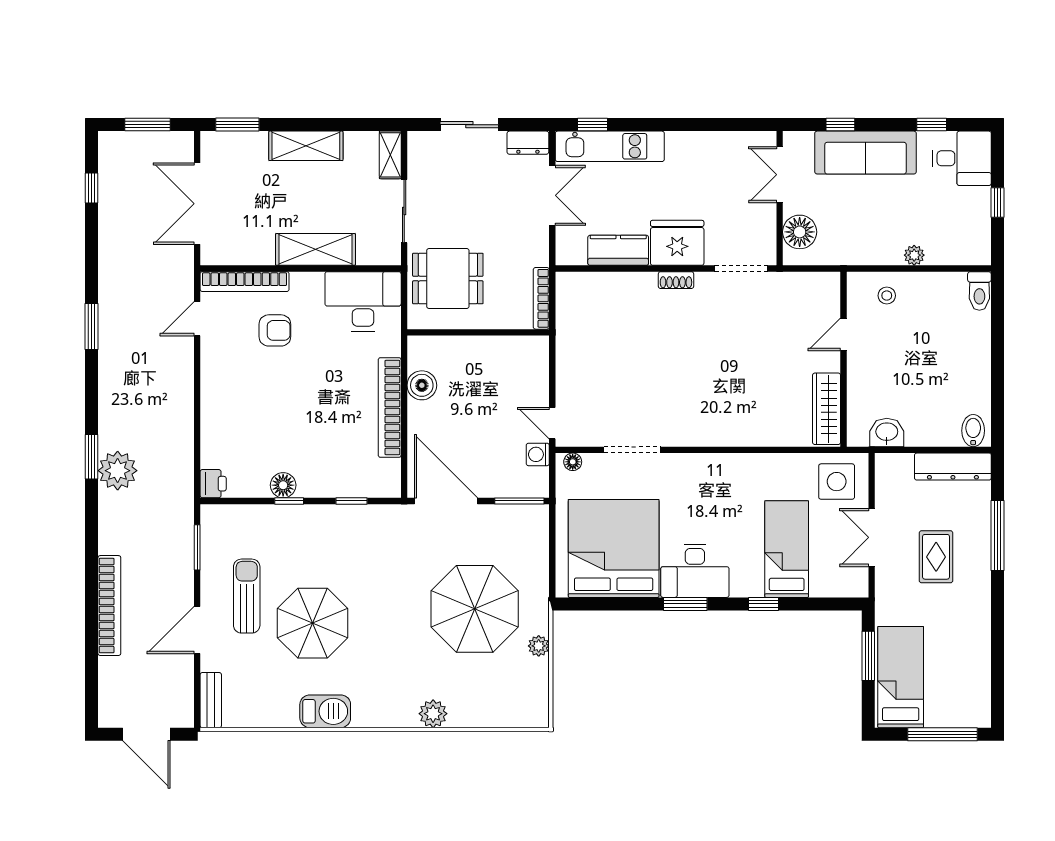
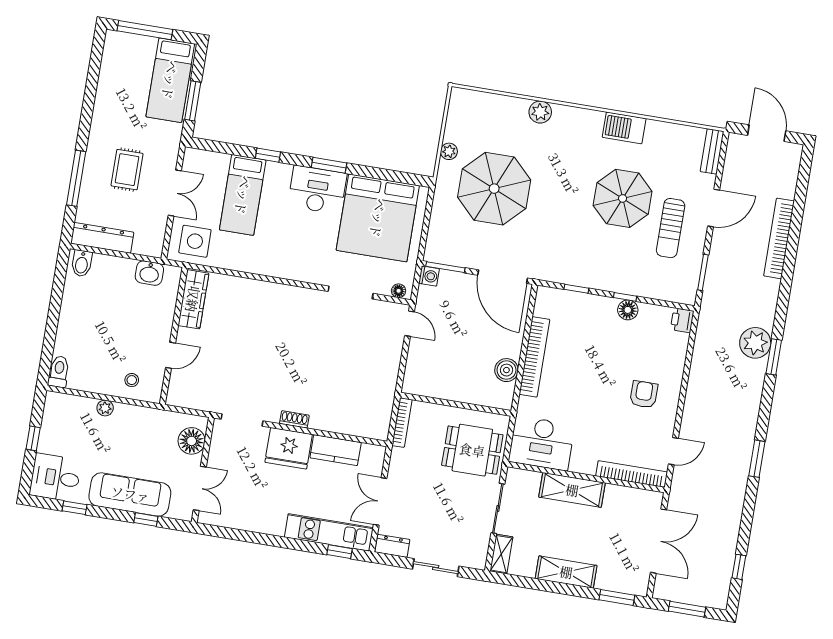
armchair: (275, 330) -> (644, 394), moved, turned 90
washing machine: (538, 454) -> (429, 276), moved

